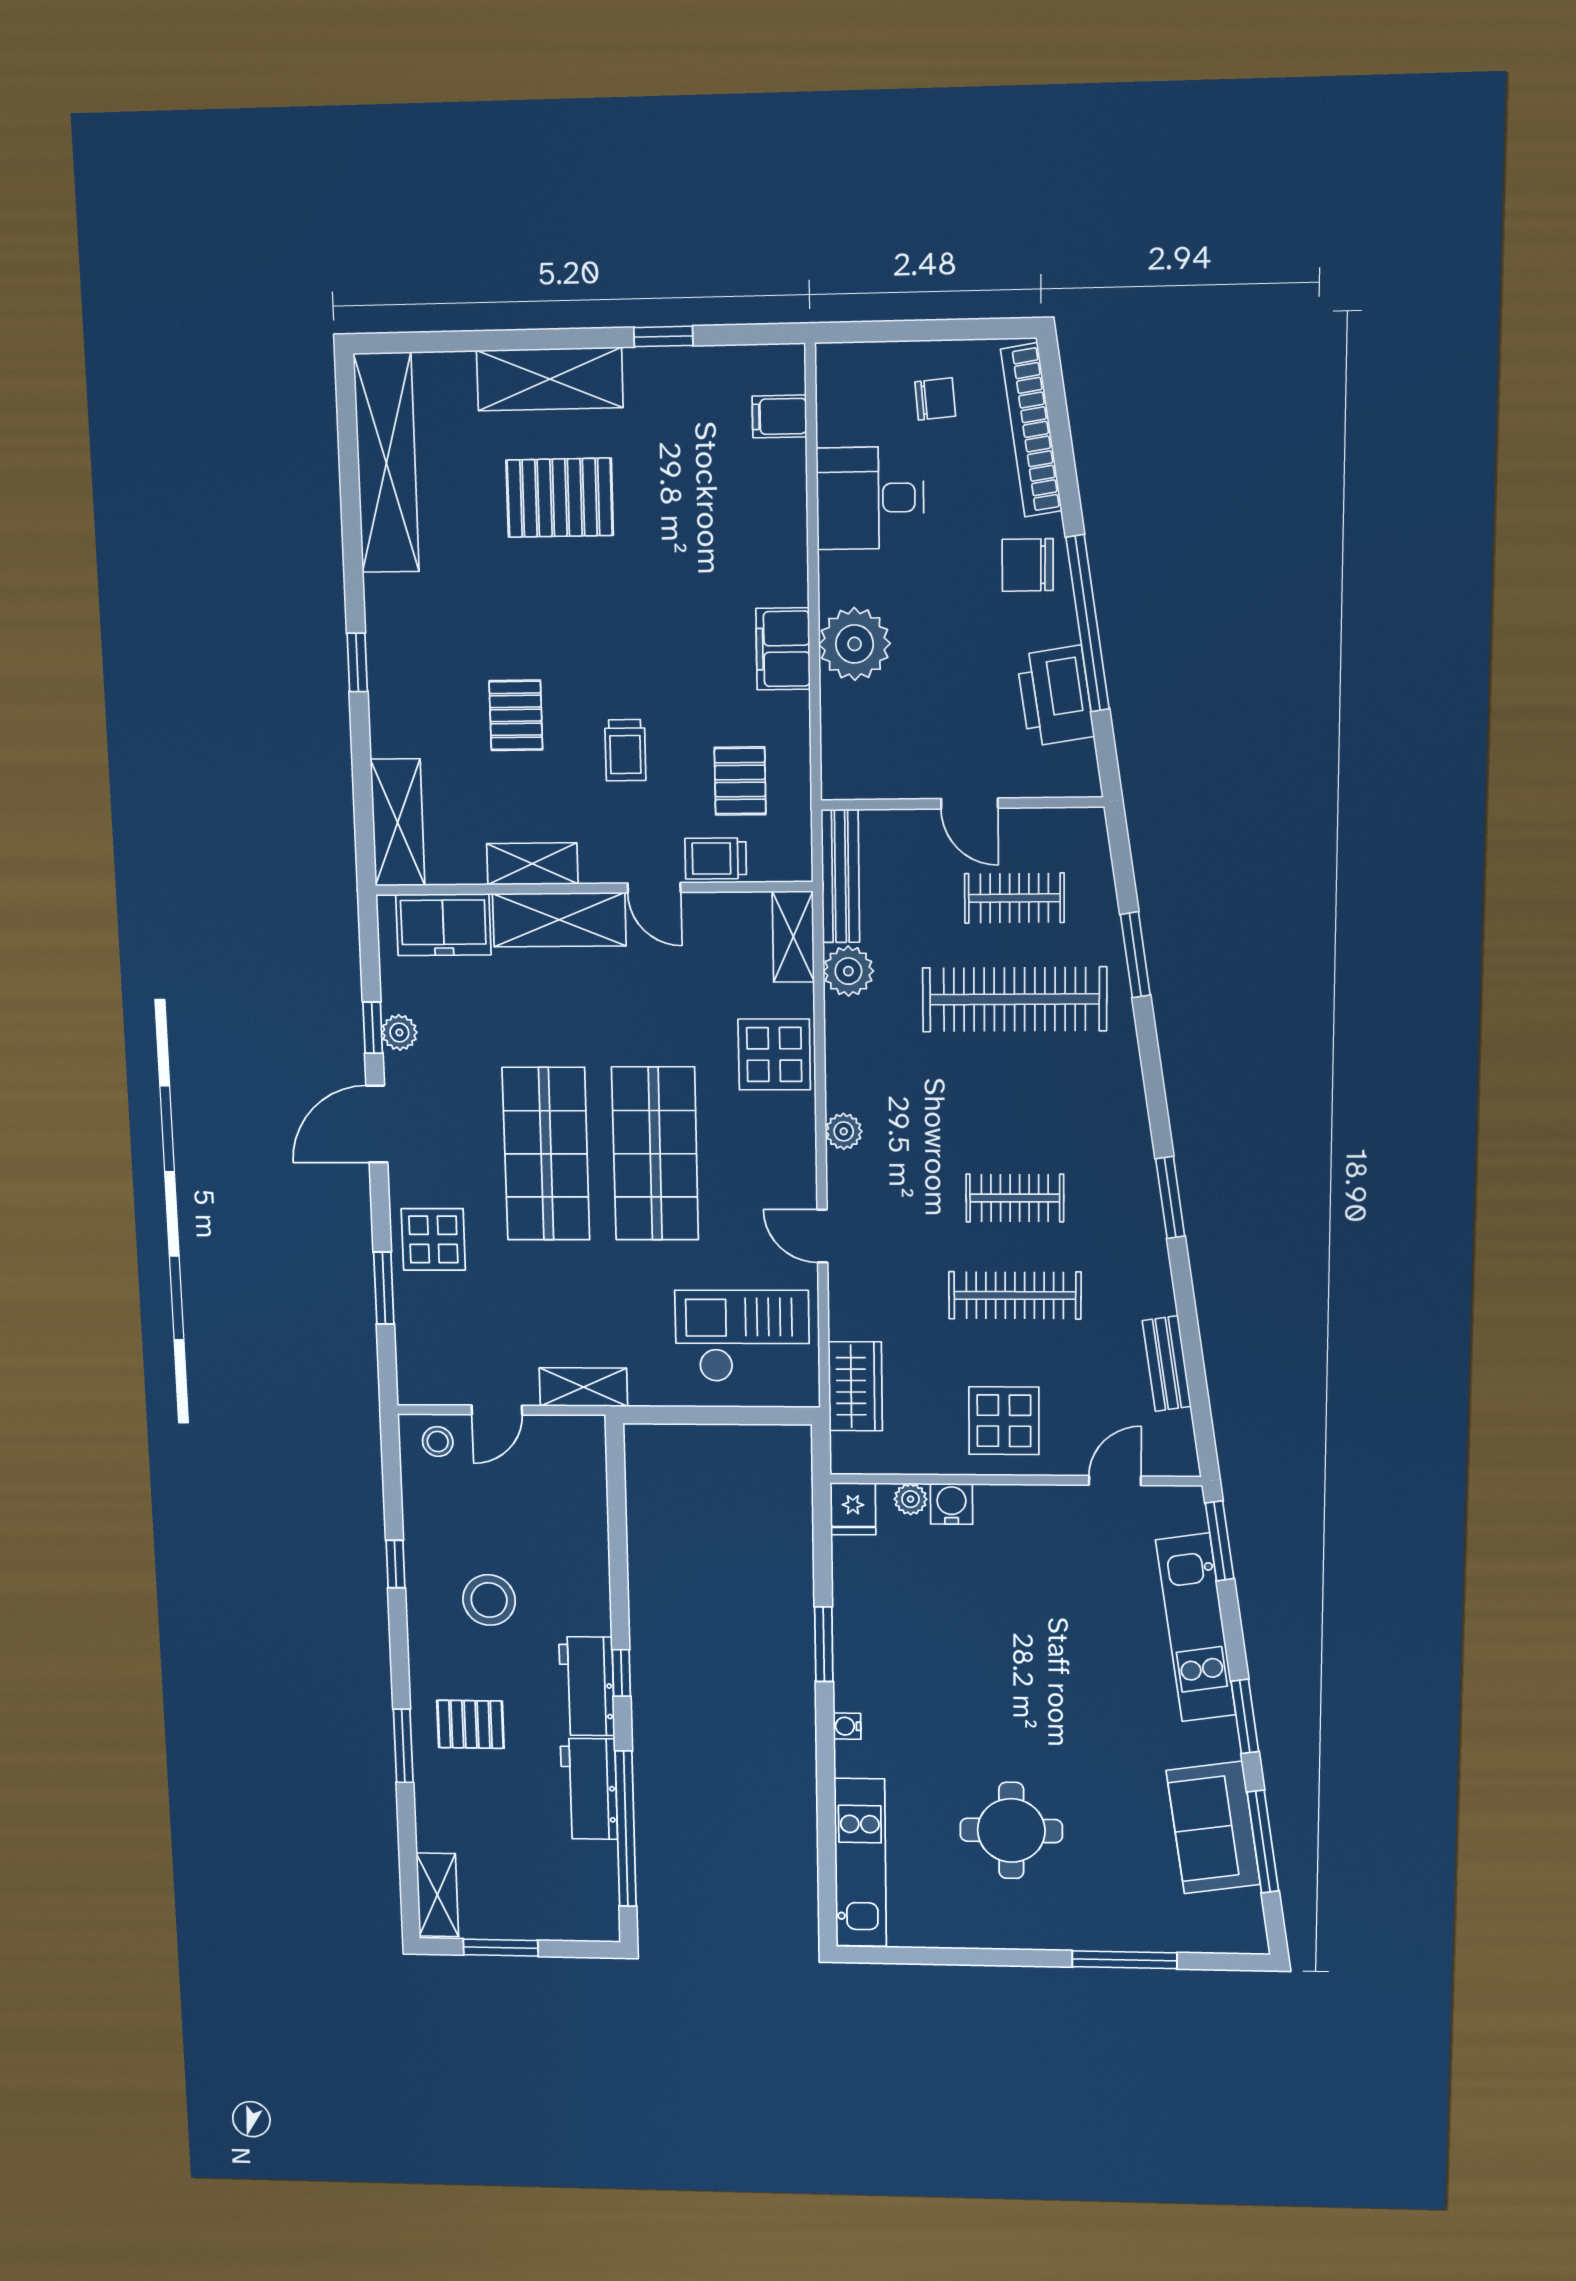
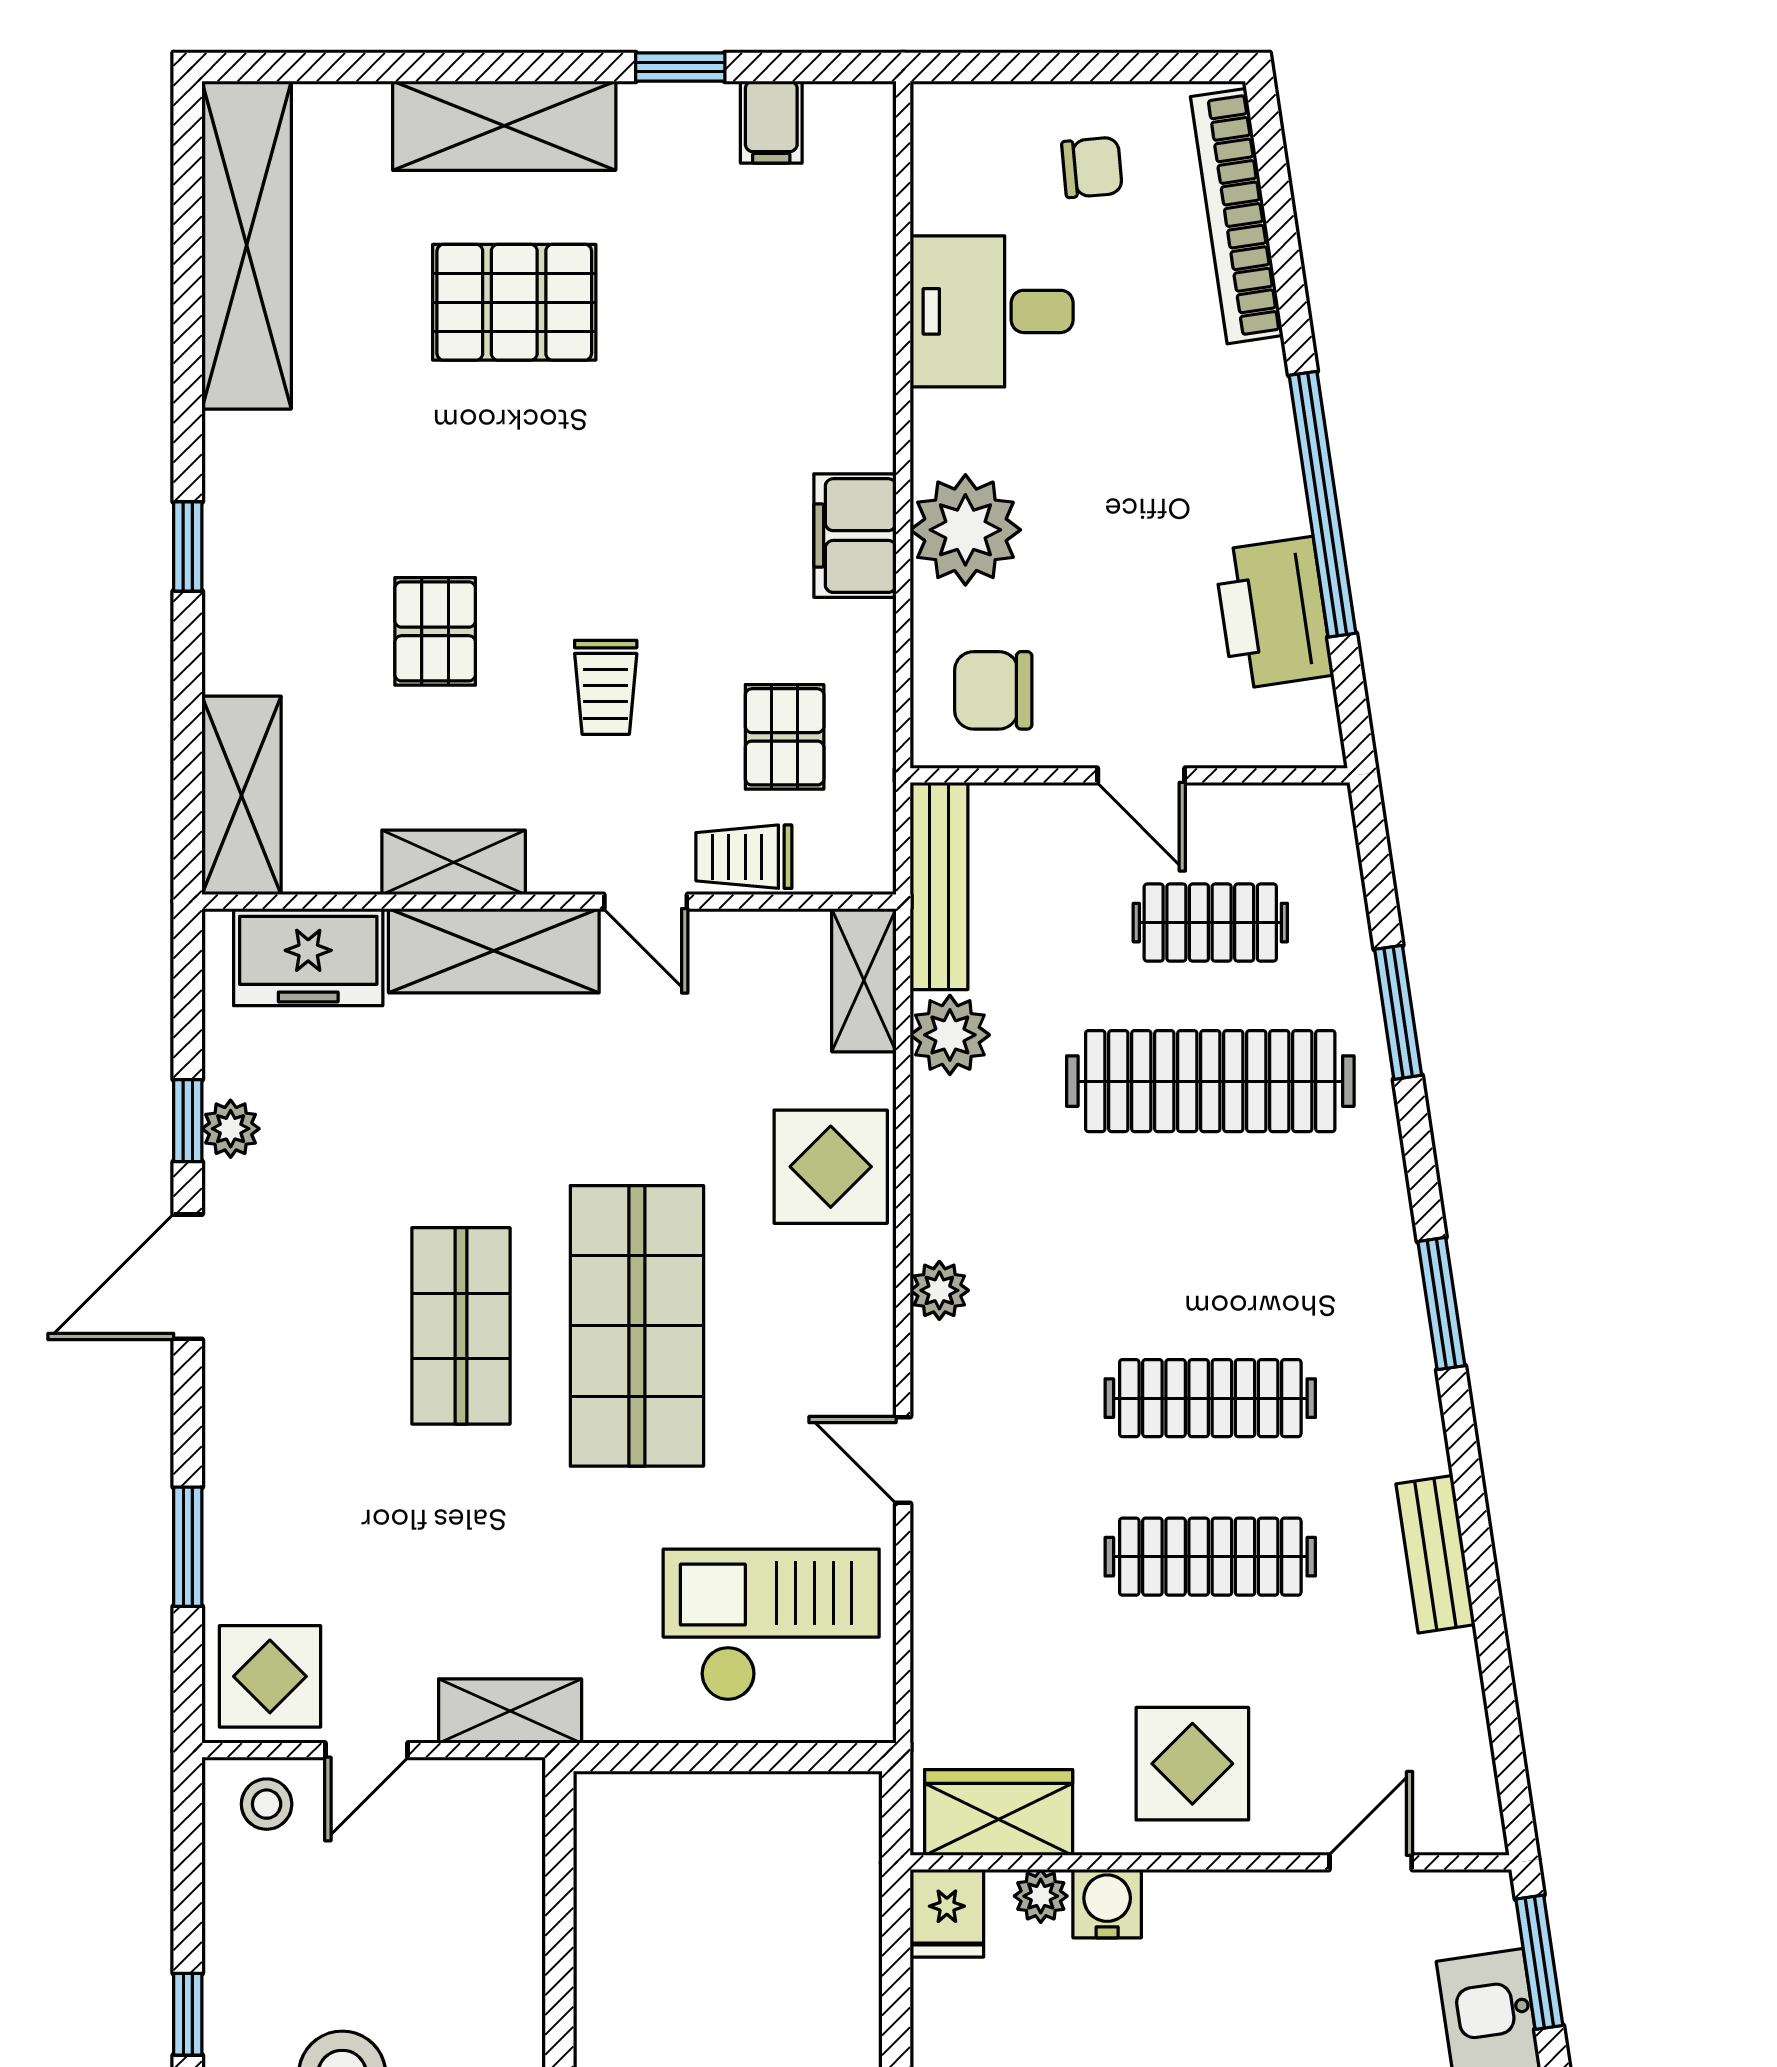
filing cabinet: (779, 416) -> (771, 122), moved, turned -90
chair: (1028, 565) -> (993, 690), moved
shop shelf: (546, 1154) -> (461, 1326), width x0.70, depth x0.74
clothes rail: (1015, 1198) -> (1210, 1398), width x1.36
window: (1170, 1198) -> (1441, 1304), moved
display table: (433, 1239) -> (270, 1676), moved
bench: (1167, 1364) -> (1435, 1554), moved
wardrobe: (855, 1386) -> (999, 1812), moved, turned -90

